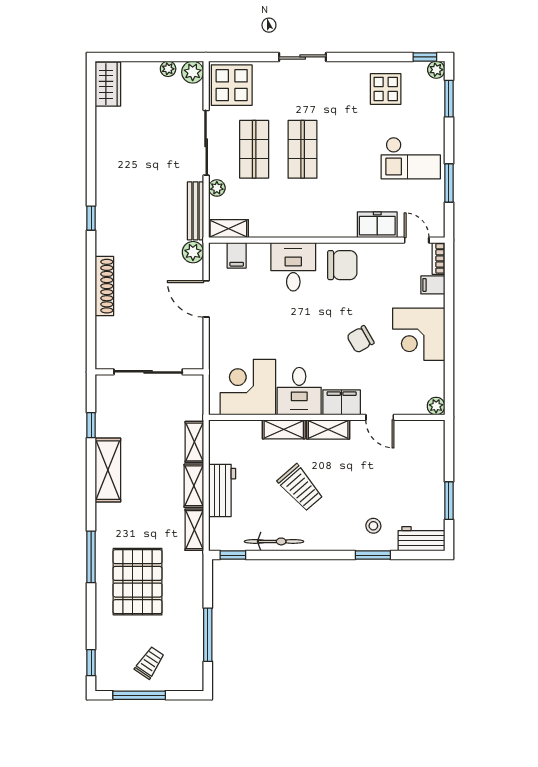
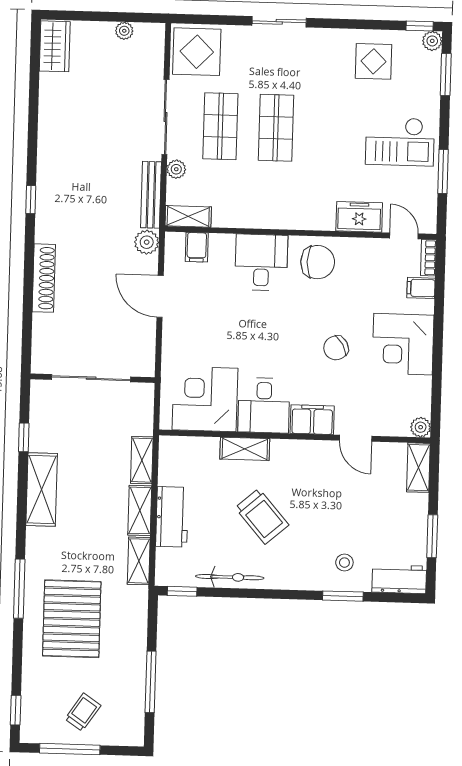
plant: (193, 72) -> (152, 35), removed
shelving: (328, 429) -> (418, 468), moved, turned 90

